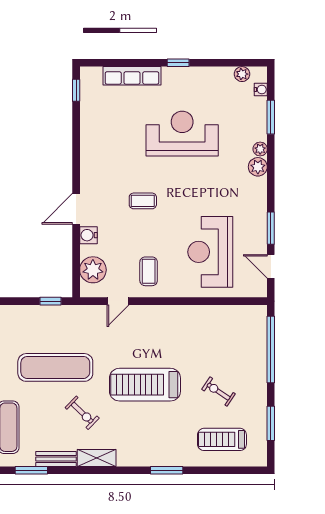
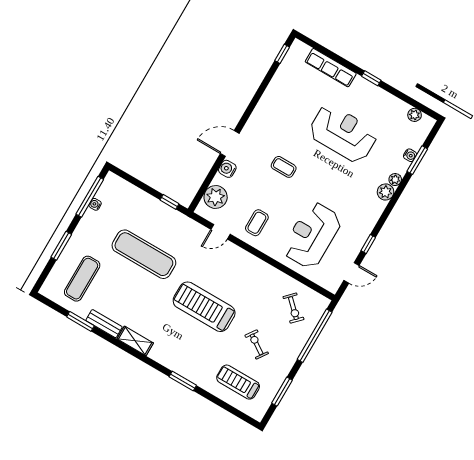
water cooler: (261, 90) -> (410, 155), moved
window: (271, 228) -> (368, 244), width x0.67
door: (271, 266) -> (351, 273), swing flipped
exercise bike: (82, 413) -> (293, 308), moved

